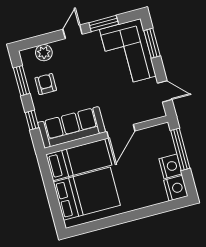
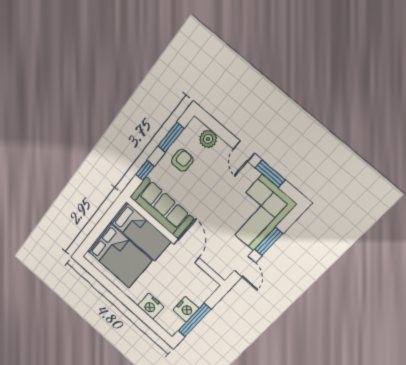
door: (73, 32) -> (244, 151), swing flipped
window: (152, 43) -> (269, 241), moved
door: (121, 131) -> (186, 251), swing flipped
window: (180, 149) -> (194, 320), moved
nightstand: (176, 188) -> (151, 306), moved, turned 90

